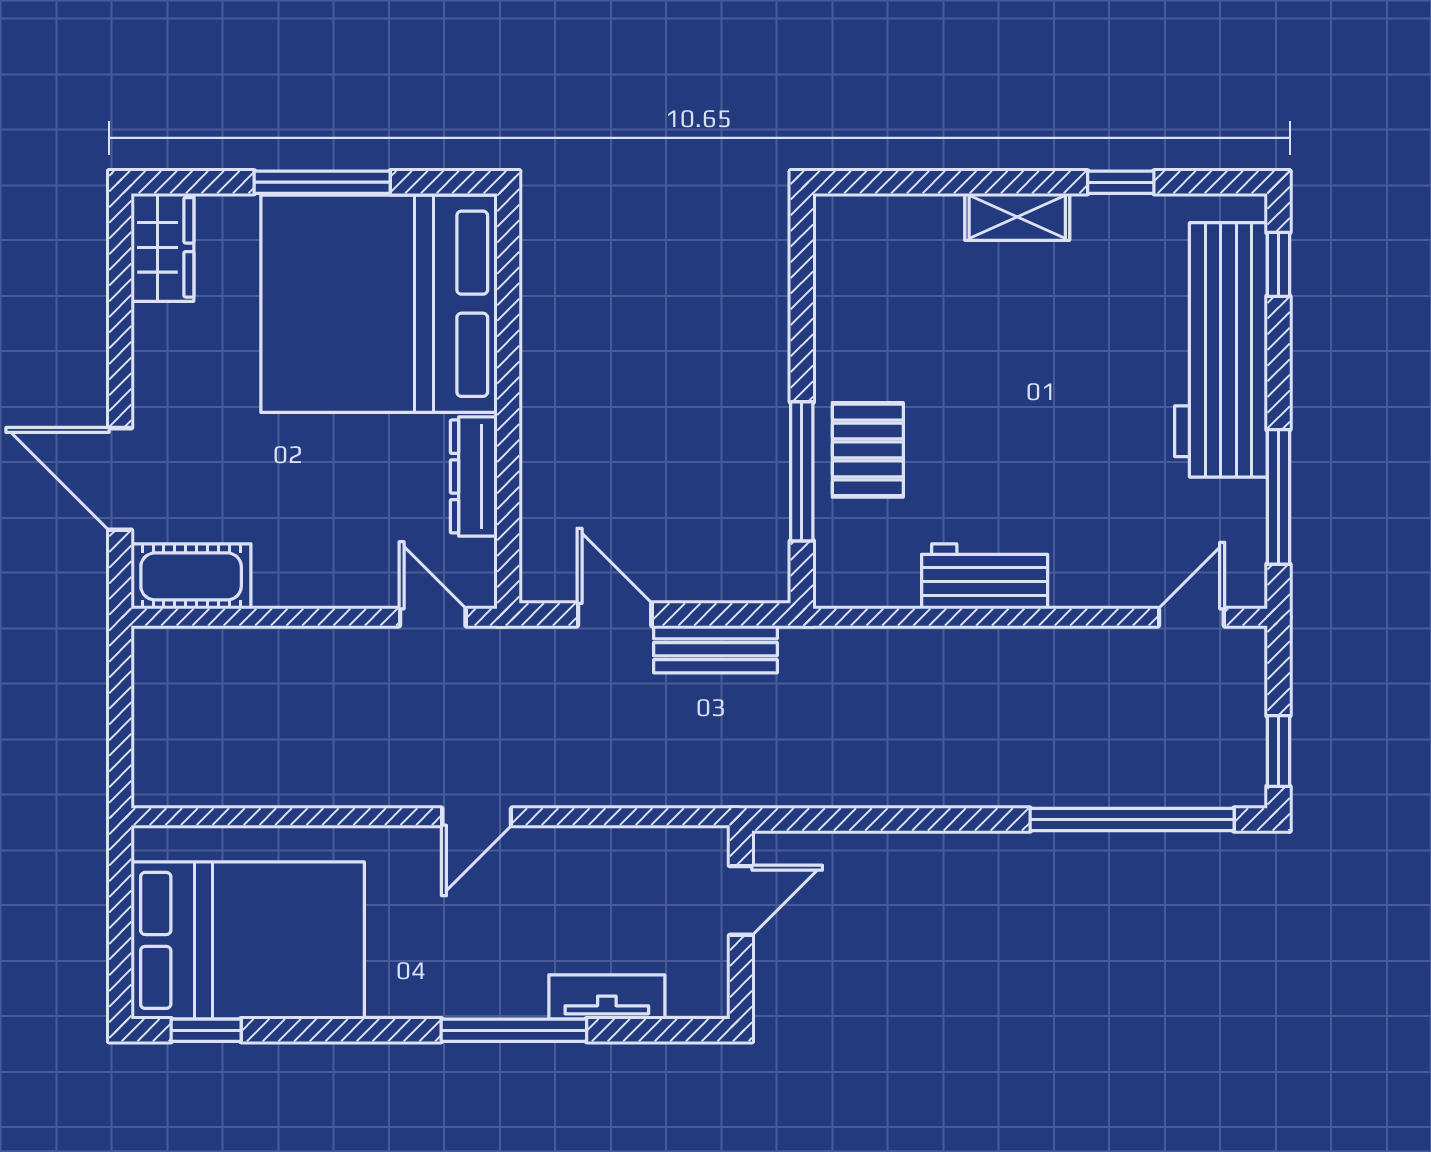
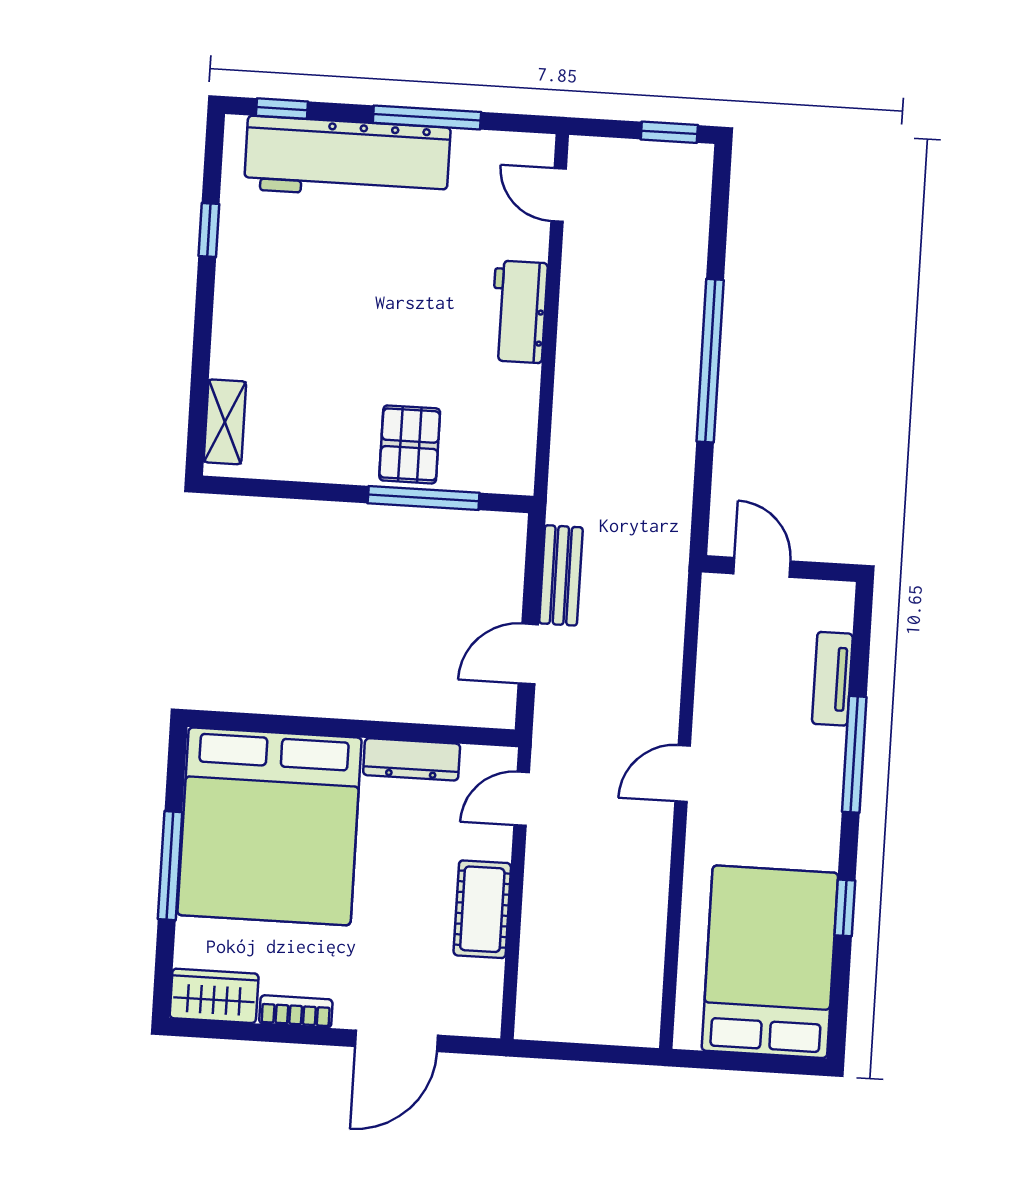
shelving: (1017, 217) -> (225, 422), moved
bookcase: (149, 351) -> (296, 1011), added
pallet: (868, 450) -> (410, 444), turned 90
window: (1278, 497) -> (427, 117), moved
cot: (191, 576) -> (482, 909), moved
workbench: (985, 576) -> (519, 312), moved
door: (477, 817) -> (683, 774), swing flipped
window: (1132, 820) -> (710, 361), moved
window: (206, 1030) -> (845, 908), moved

